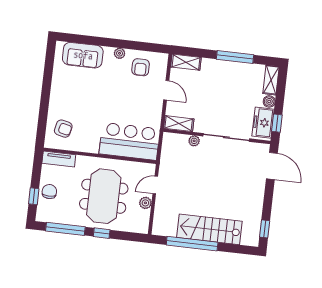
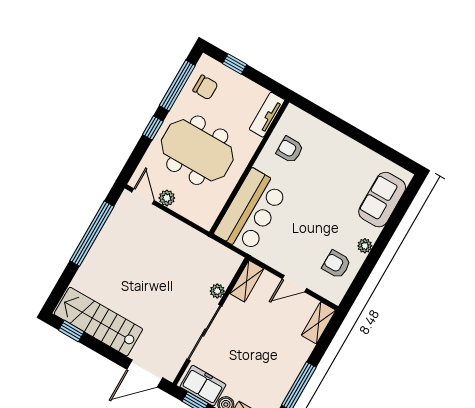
armchair: (63, 129) -> (290, 150), moved, turned 77
door: (155, 185) -> (143, 196), moved
chair: (49, 192) -> (205, 87), moved
stairs: (209, 229) -> (98, 322), moved, turned -90

